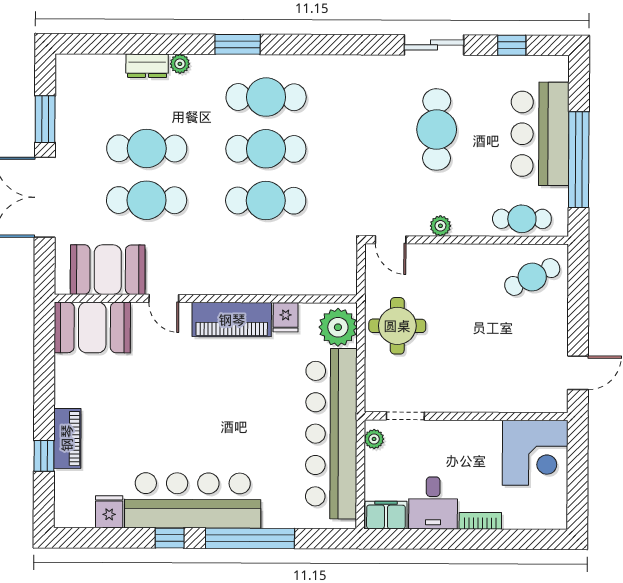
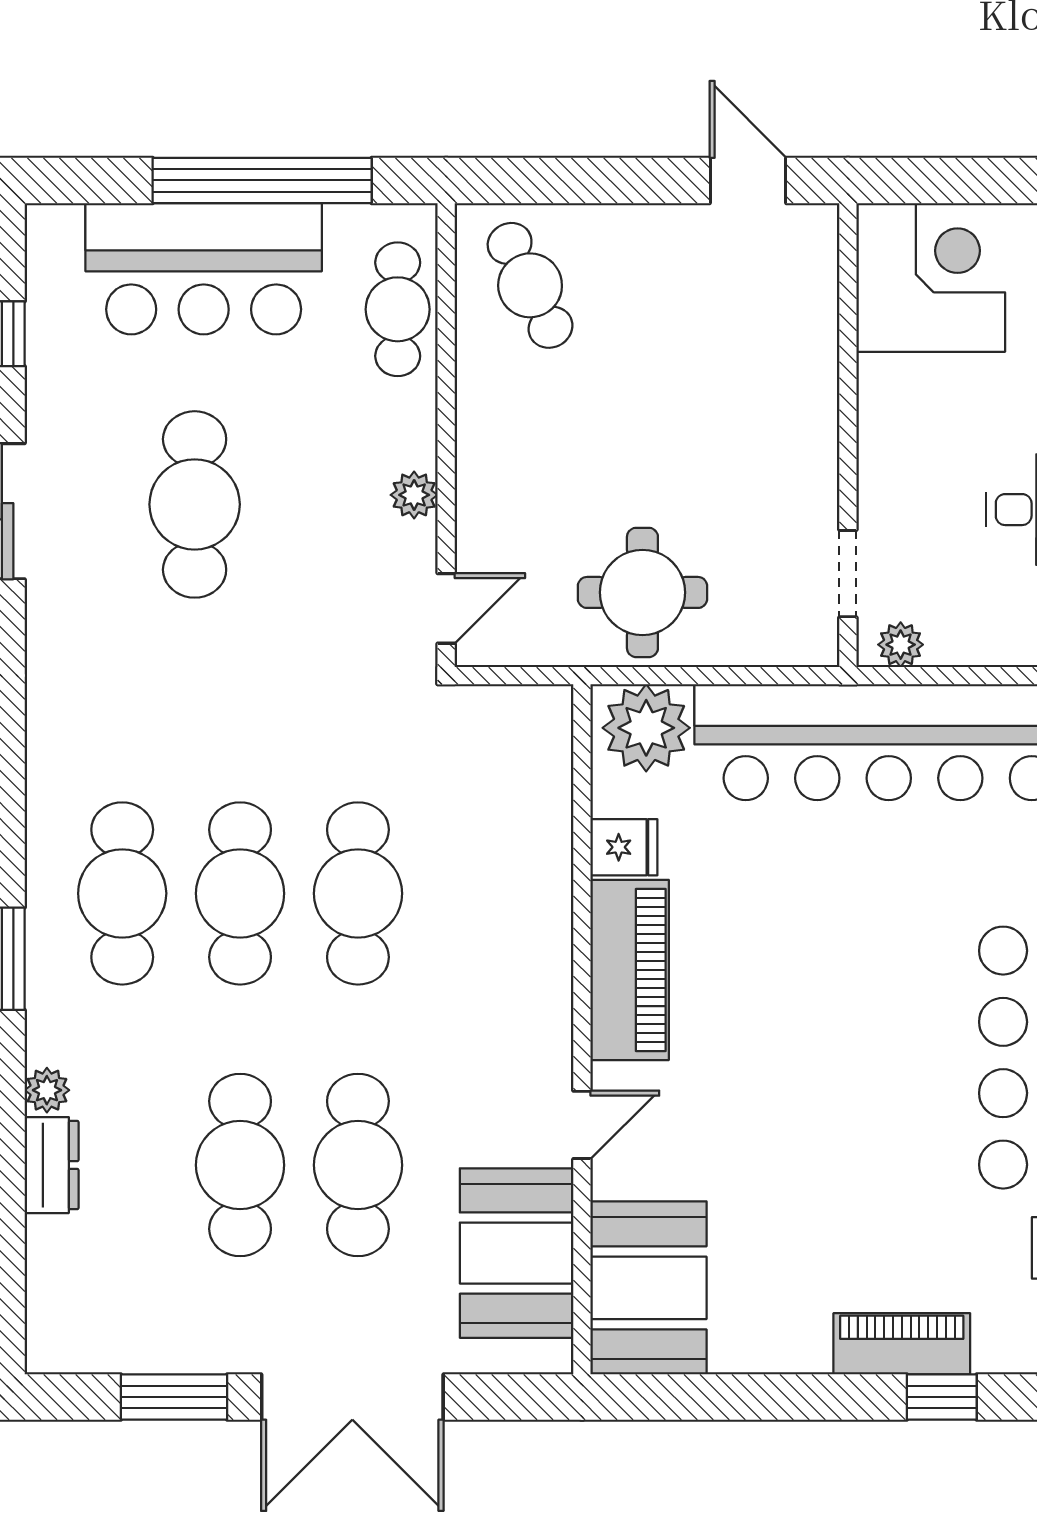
cafe table: (437, 129) -> (195, 504), turned 90

